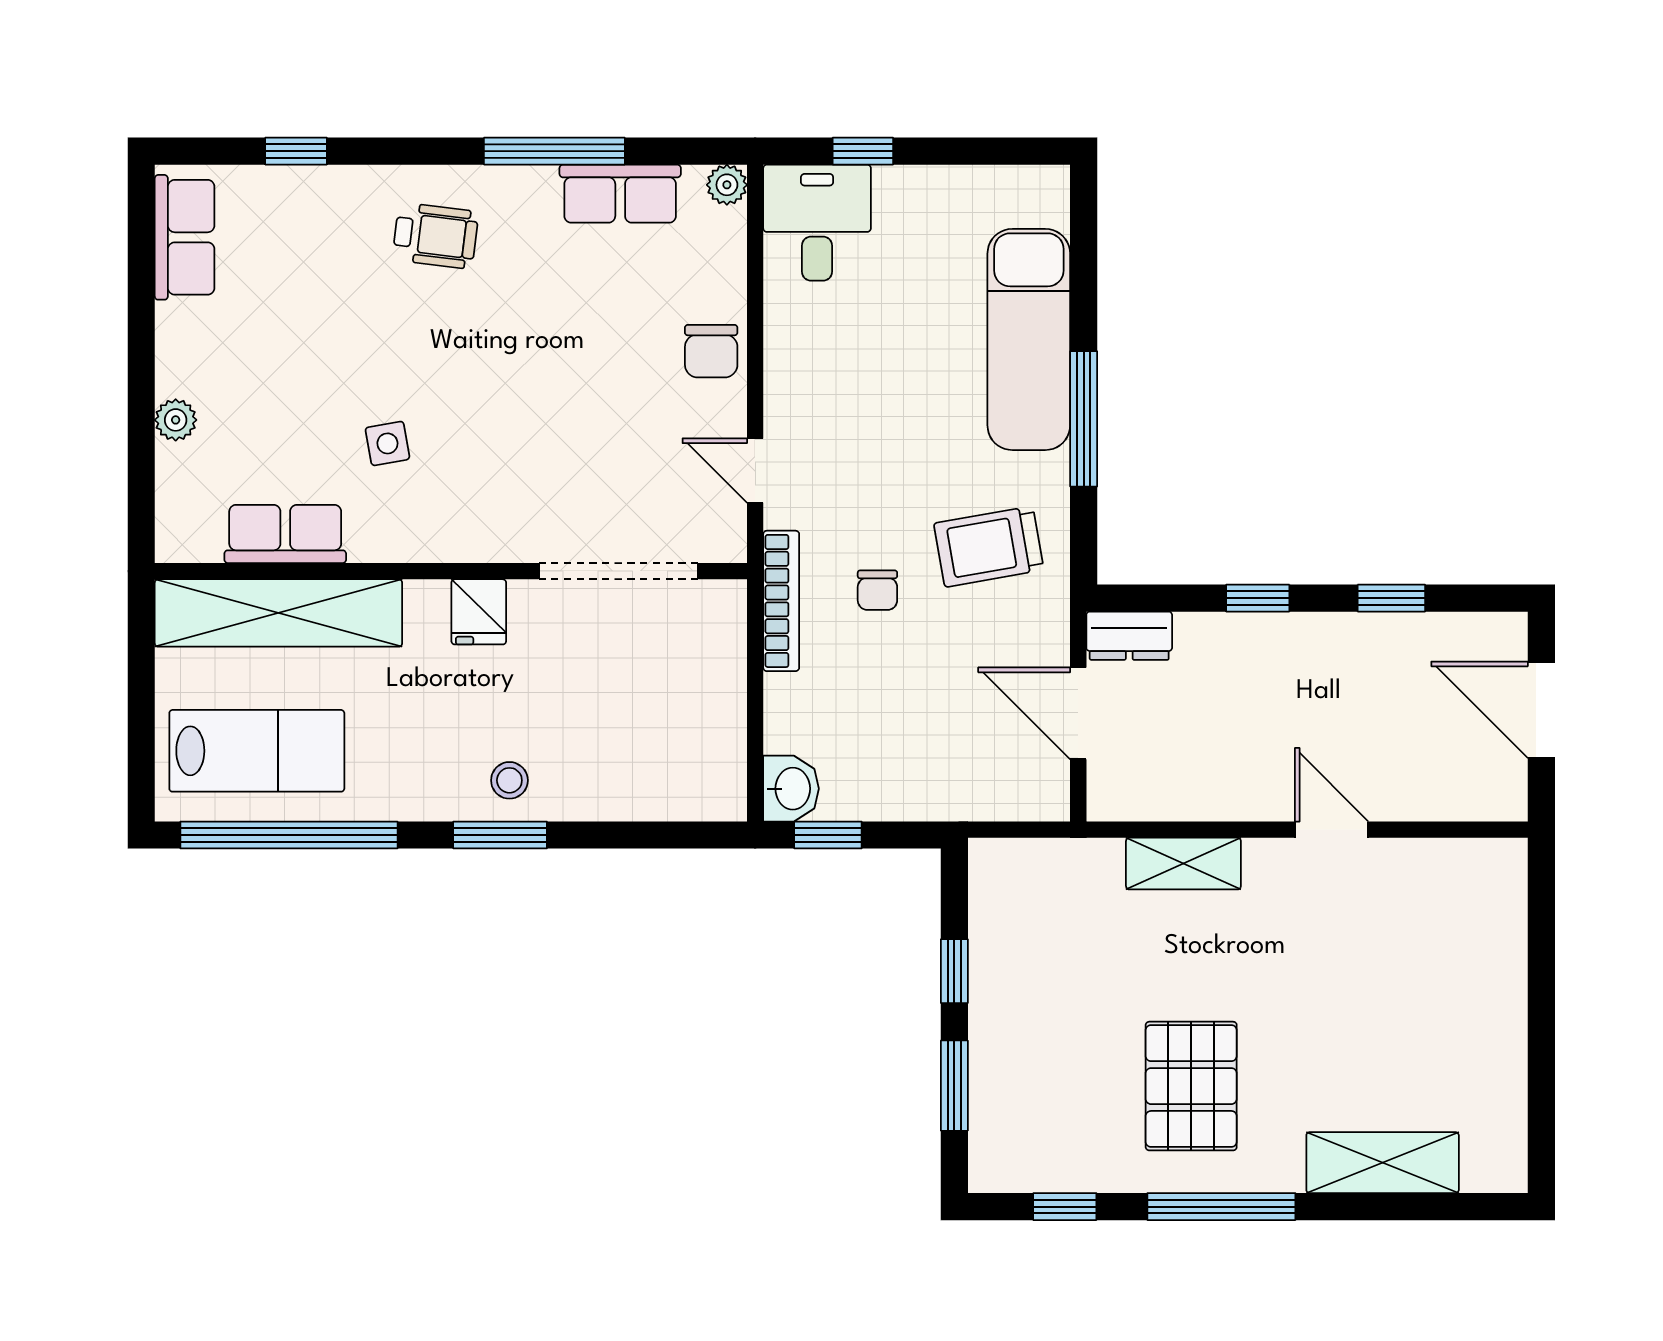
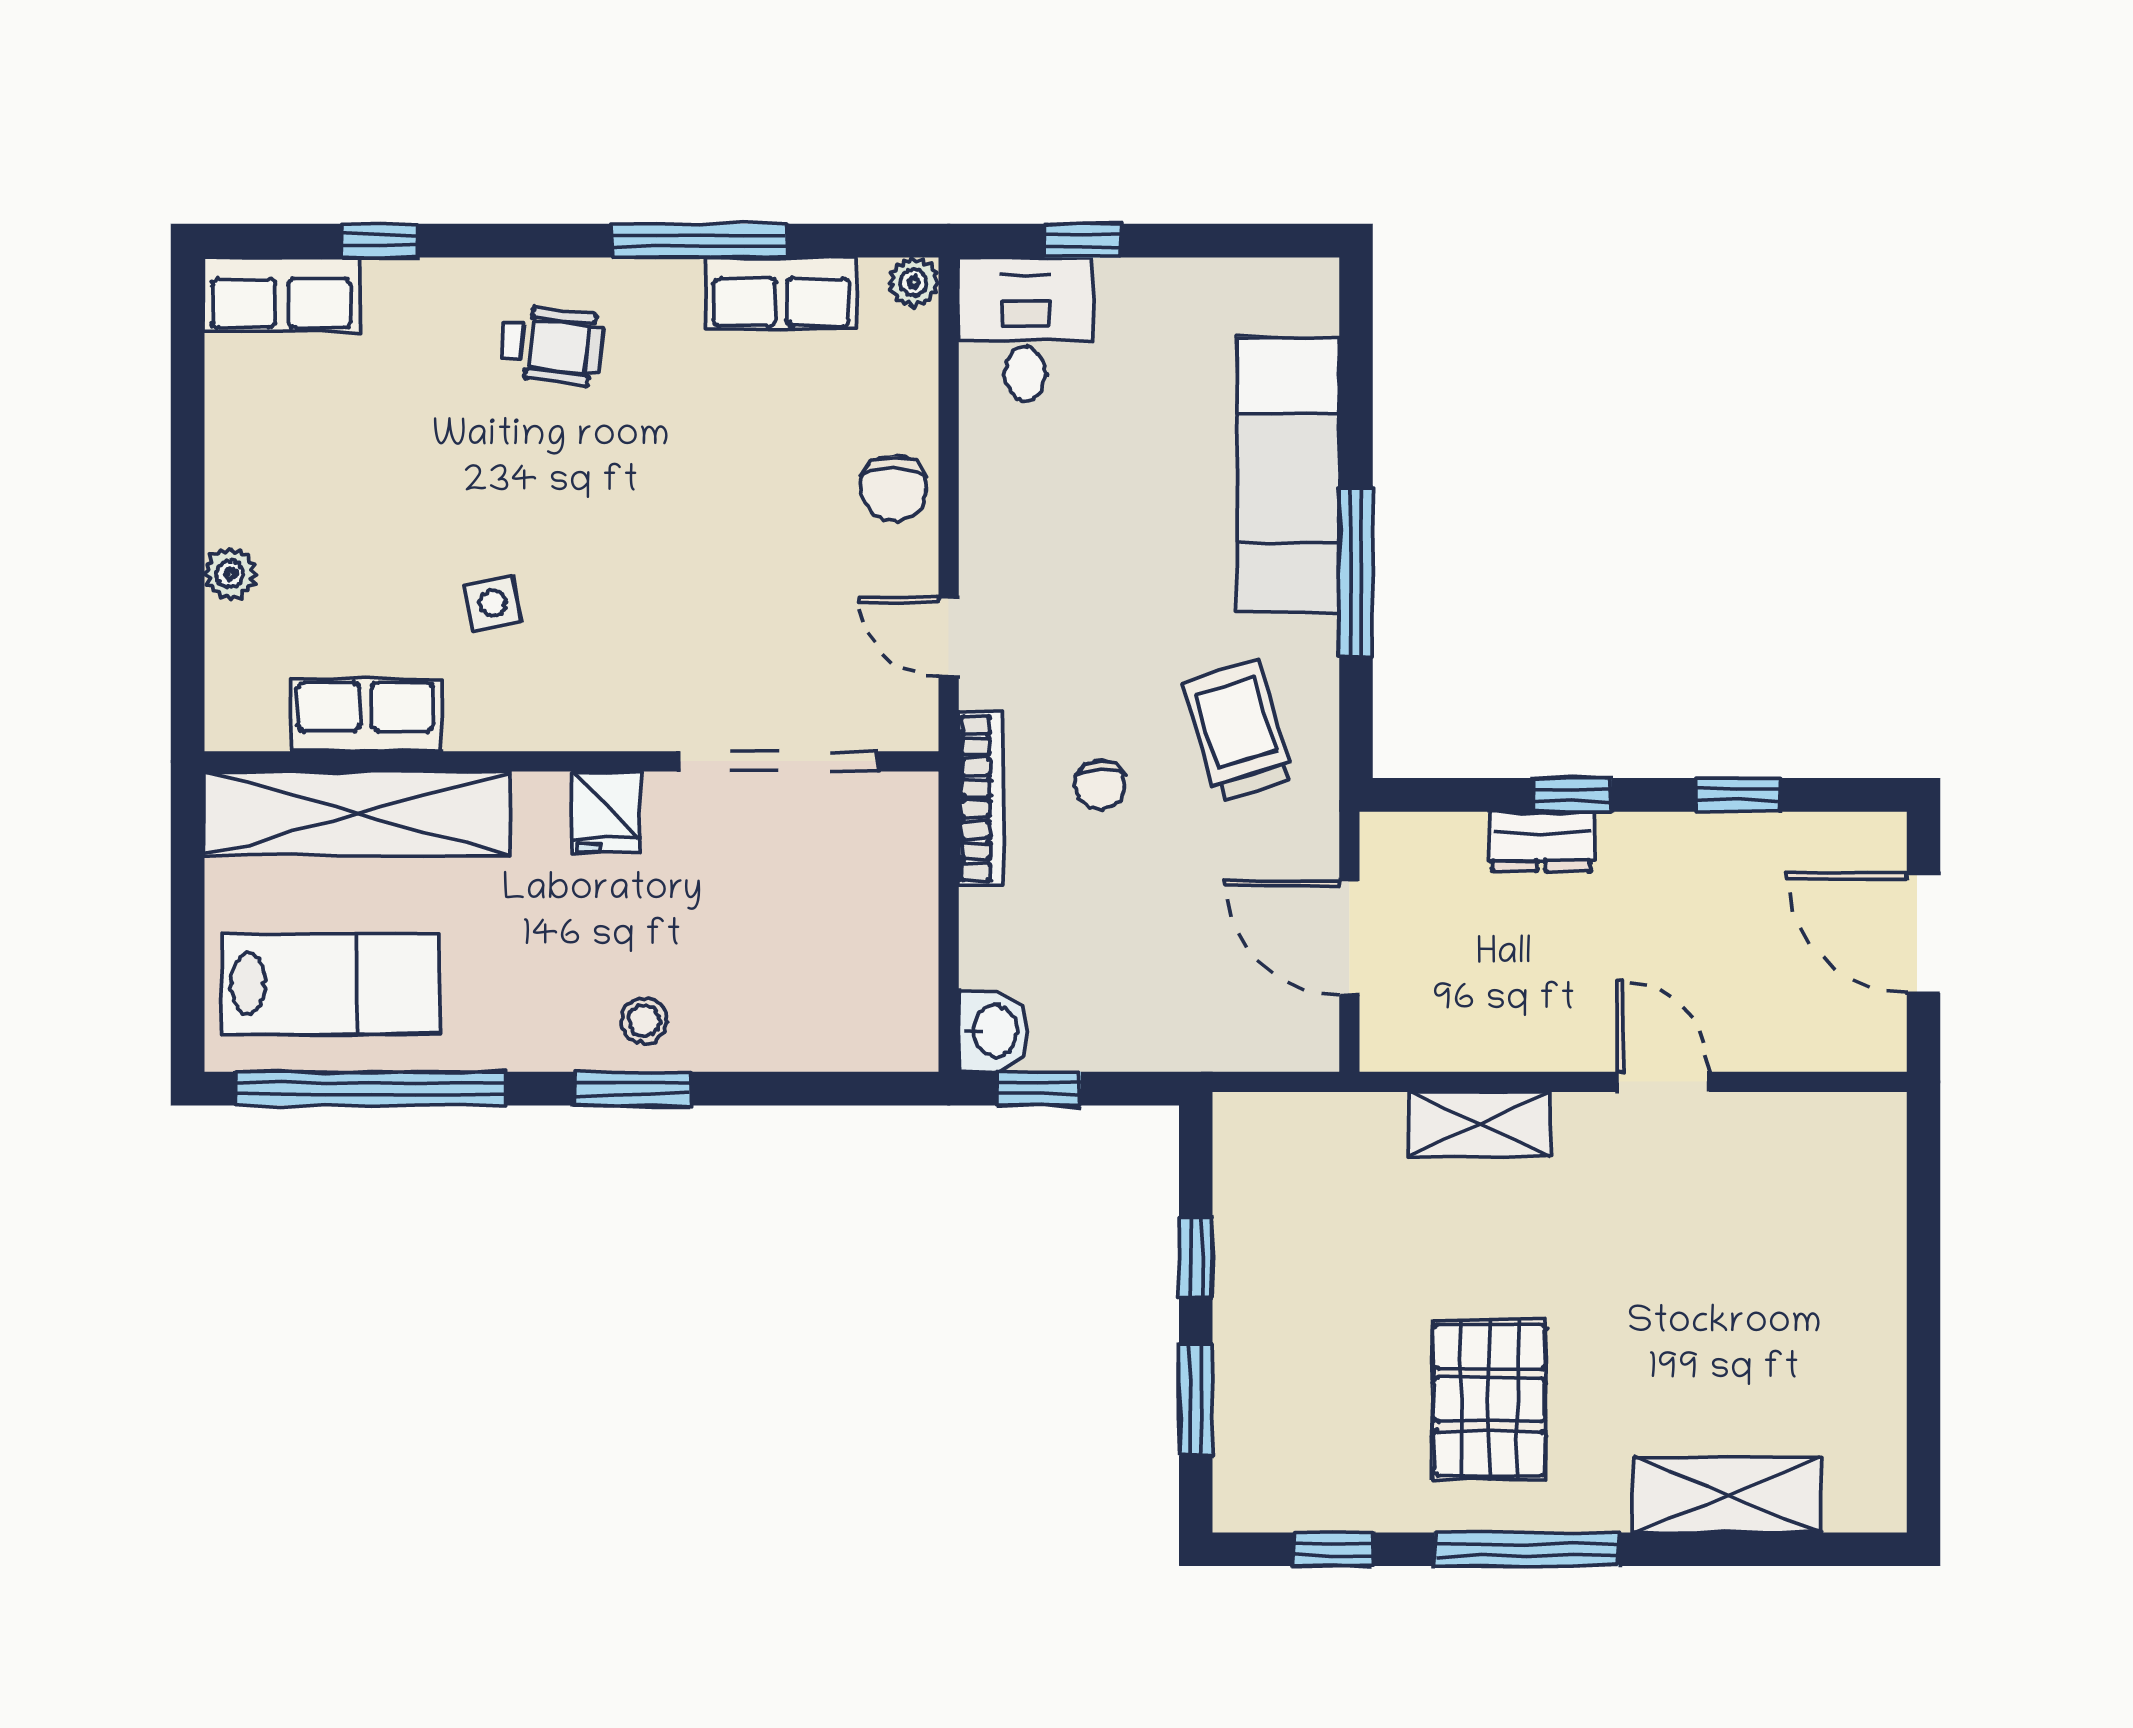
row of seats: (185, 237) -> (282, 294), moved, turned 90
trolley: (989, 547) -> (1238, 731), turned 83
dresser: (1129, 636) -> (1541, 841), moved

